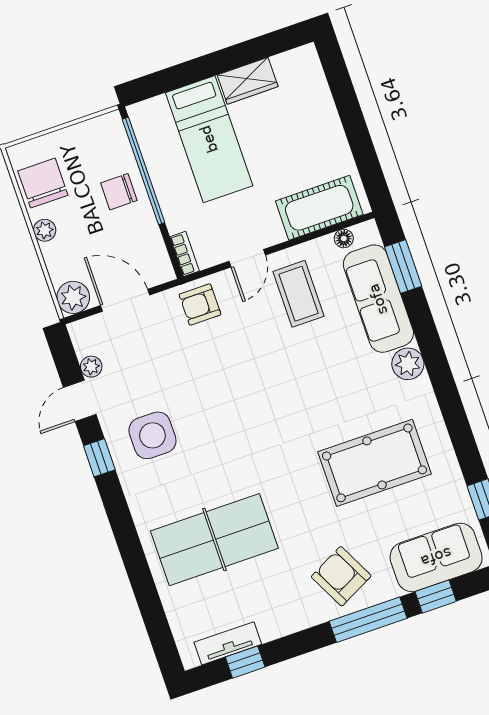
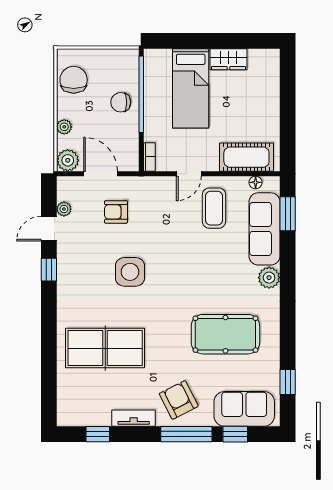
plant: (45, 230) -> (64, 127), moved
armchair: (200, 305) -> (116, 212), moved
side table: (152, 435) -> (130, 272), moved
tv unit: (228, 643) -> (134, 418), moved

